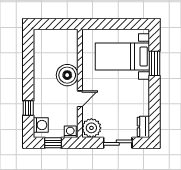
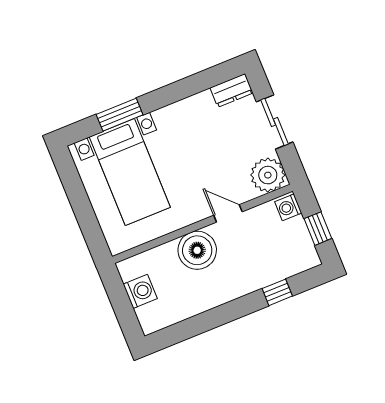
washing machine: (41, 125) -> (140, 291), moved, turned 90

